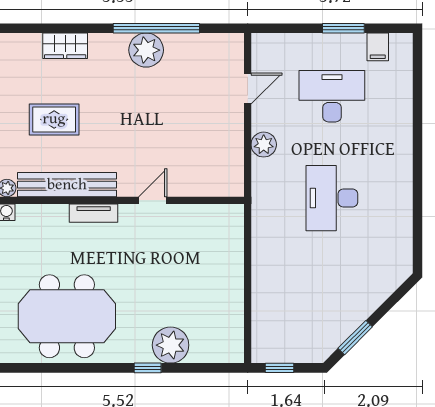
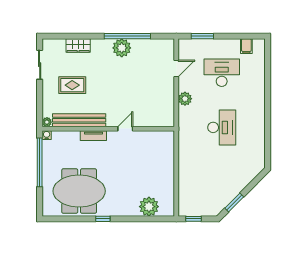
window: (343, 28) -> (202, 36), moved
desk: (332, 198) -> (222, 127), turned 180
plant: (171, 345) -> (149, 207), moved
window: (148, 368) -> (103, 219), moved

